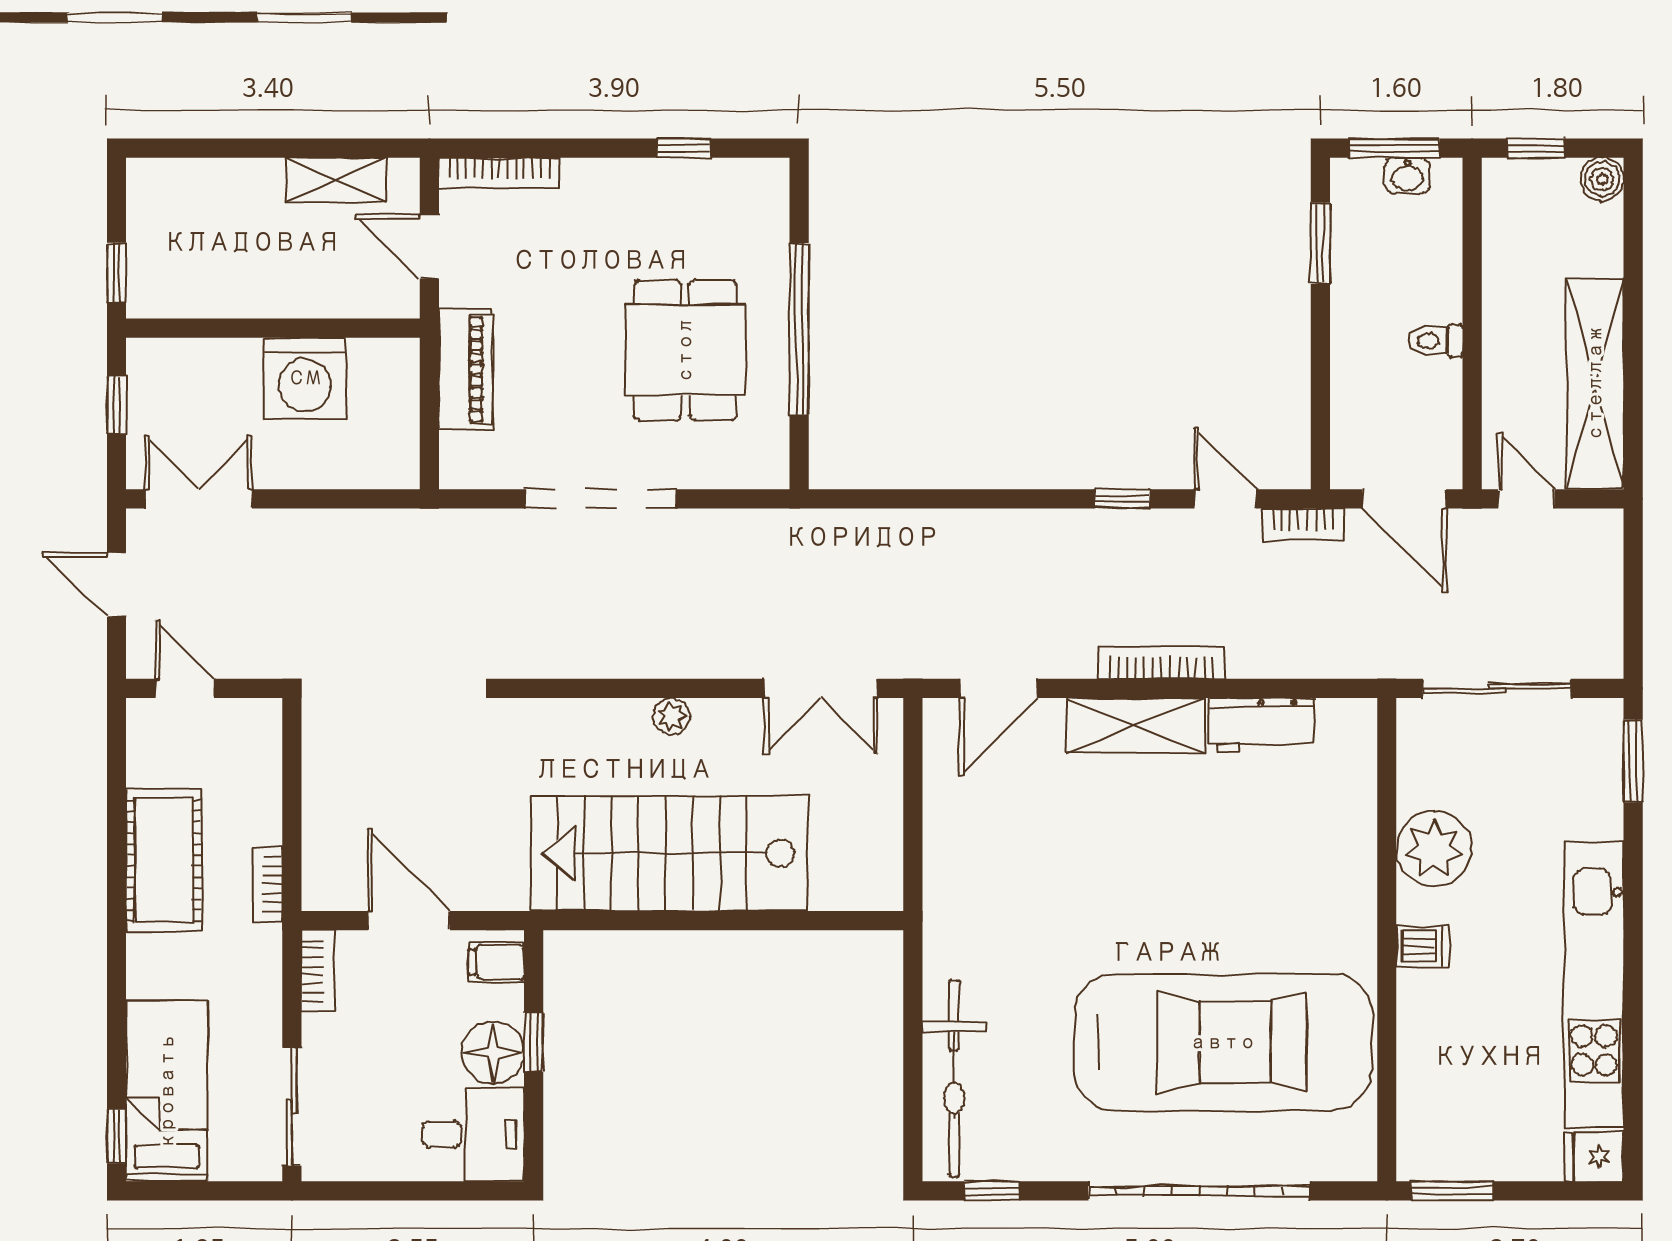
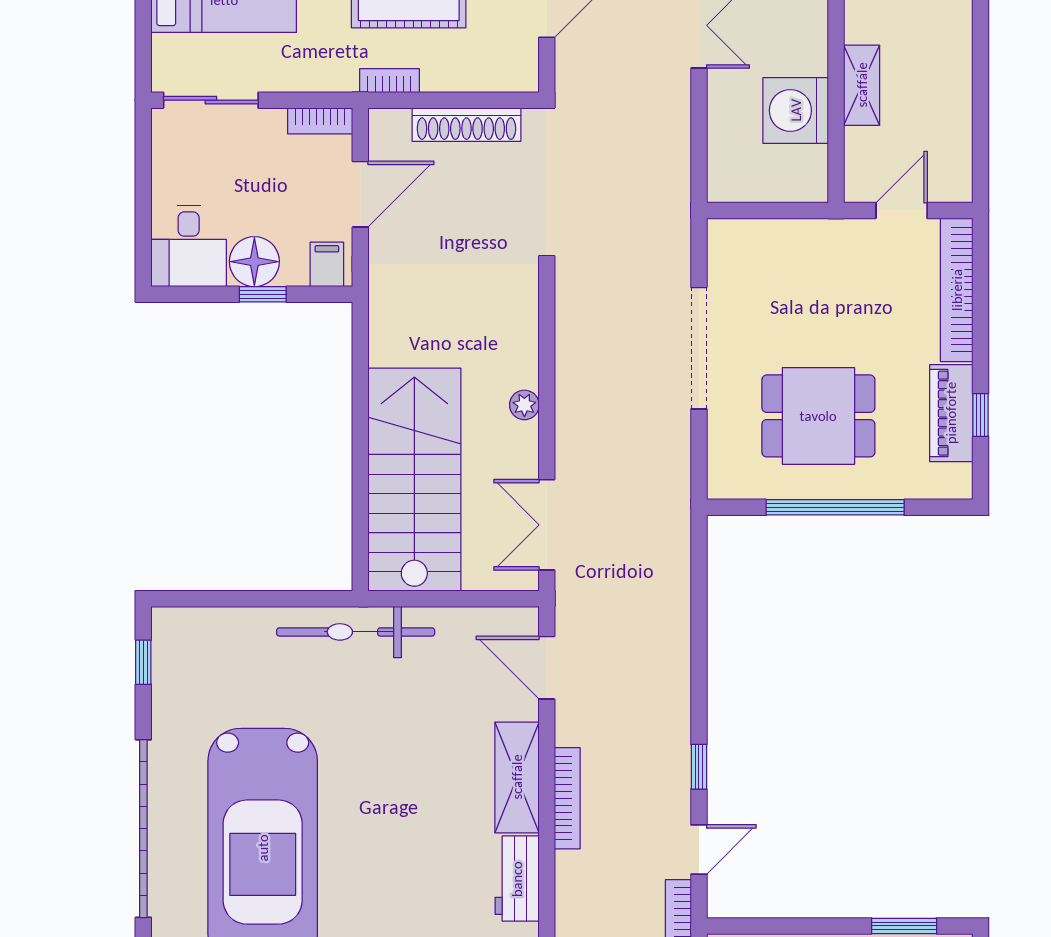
bookcase: (499, 173) -> (957, 290), width x1.48, depth x1.31
shelving: (336, 180) -> (862, 85), moved
piano: (466, 369) -> (951, 413), moved, turned 90
shoe rack: (322, 788) -> (466, 125), added
stairs: (669, 853) -> (414, 480), moved
bicycle: (954, 1079) -> (356, 632), moved

